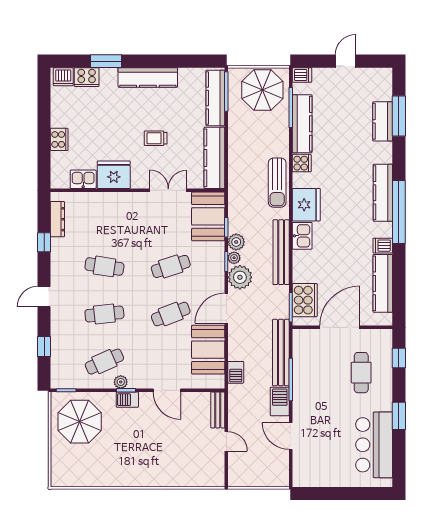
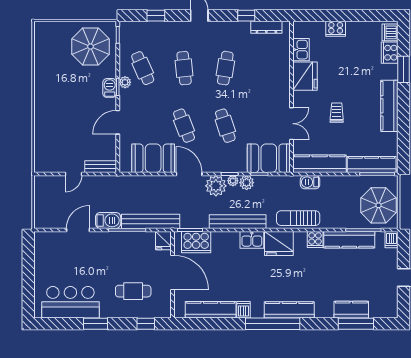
fridge: (303, 338) -> (163, 241), added
barbecue: (236, 372) -> (310, 182), moved

